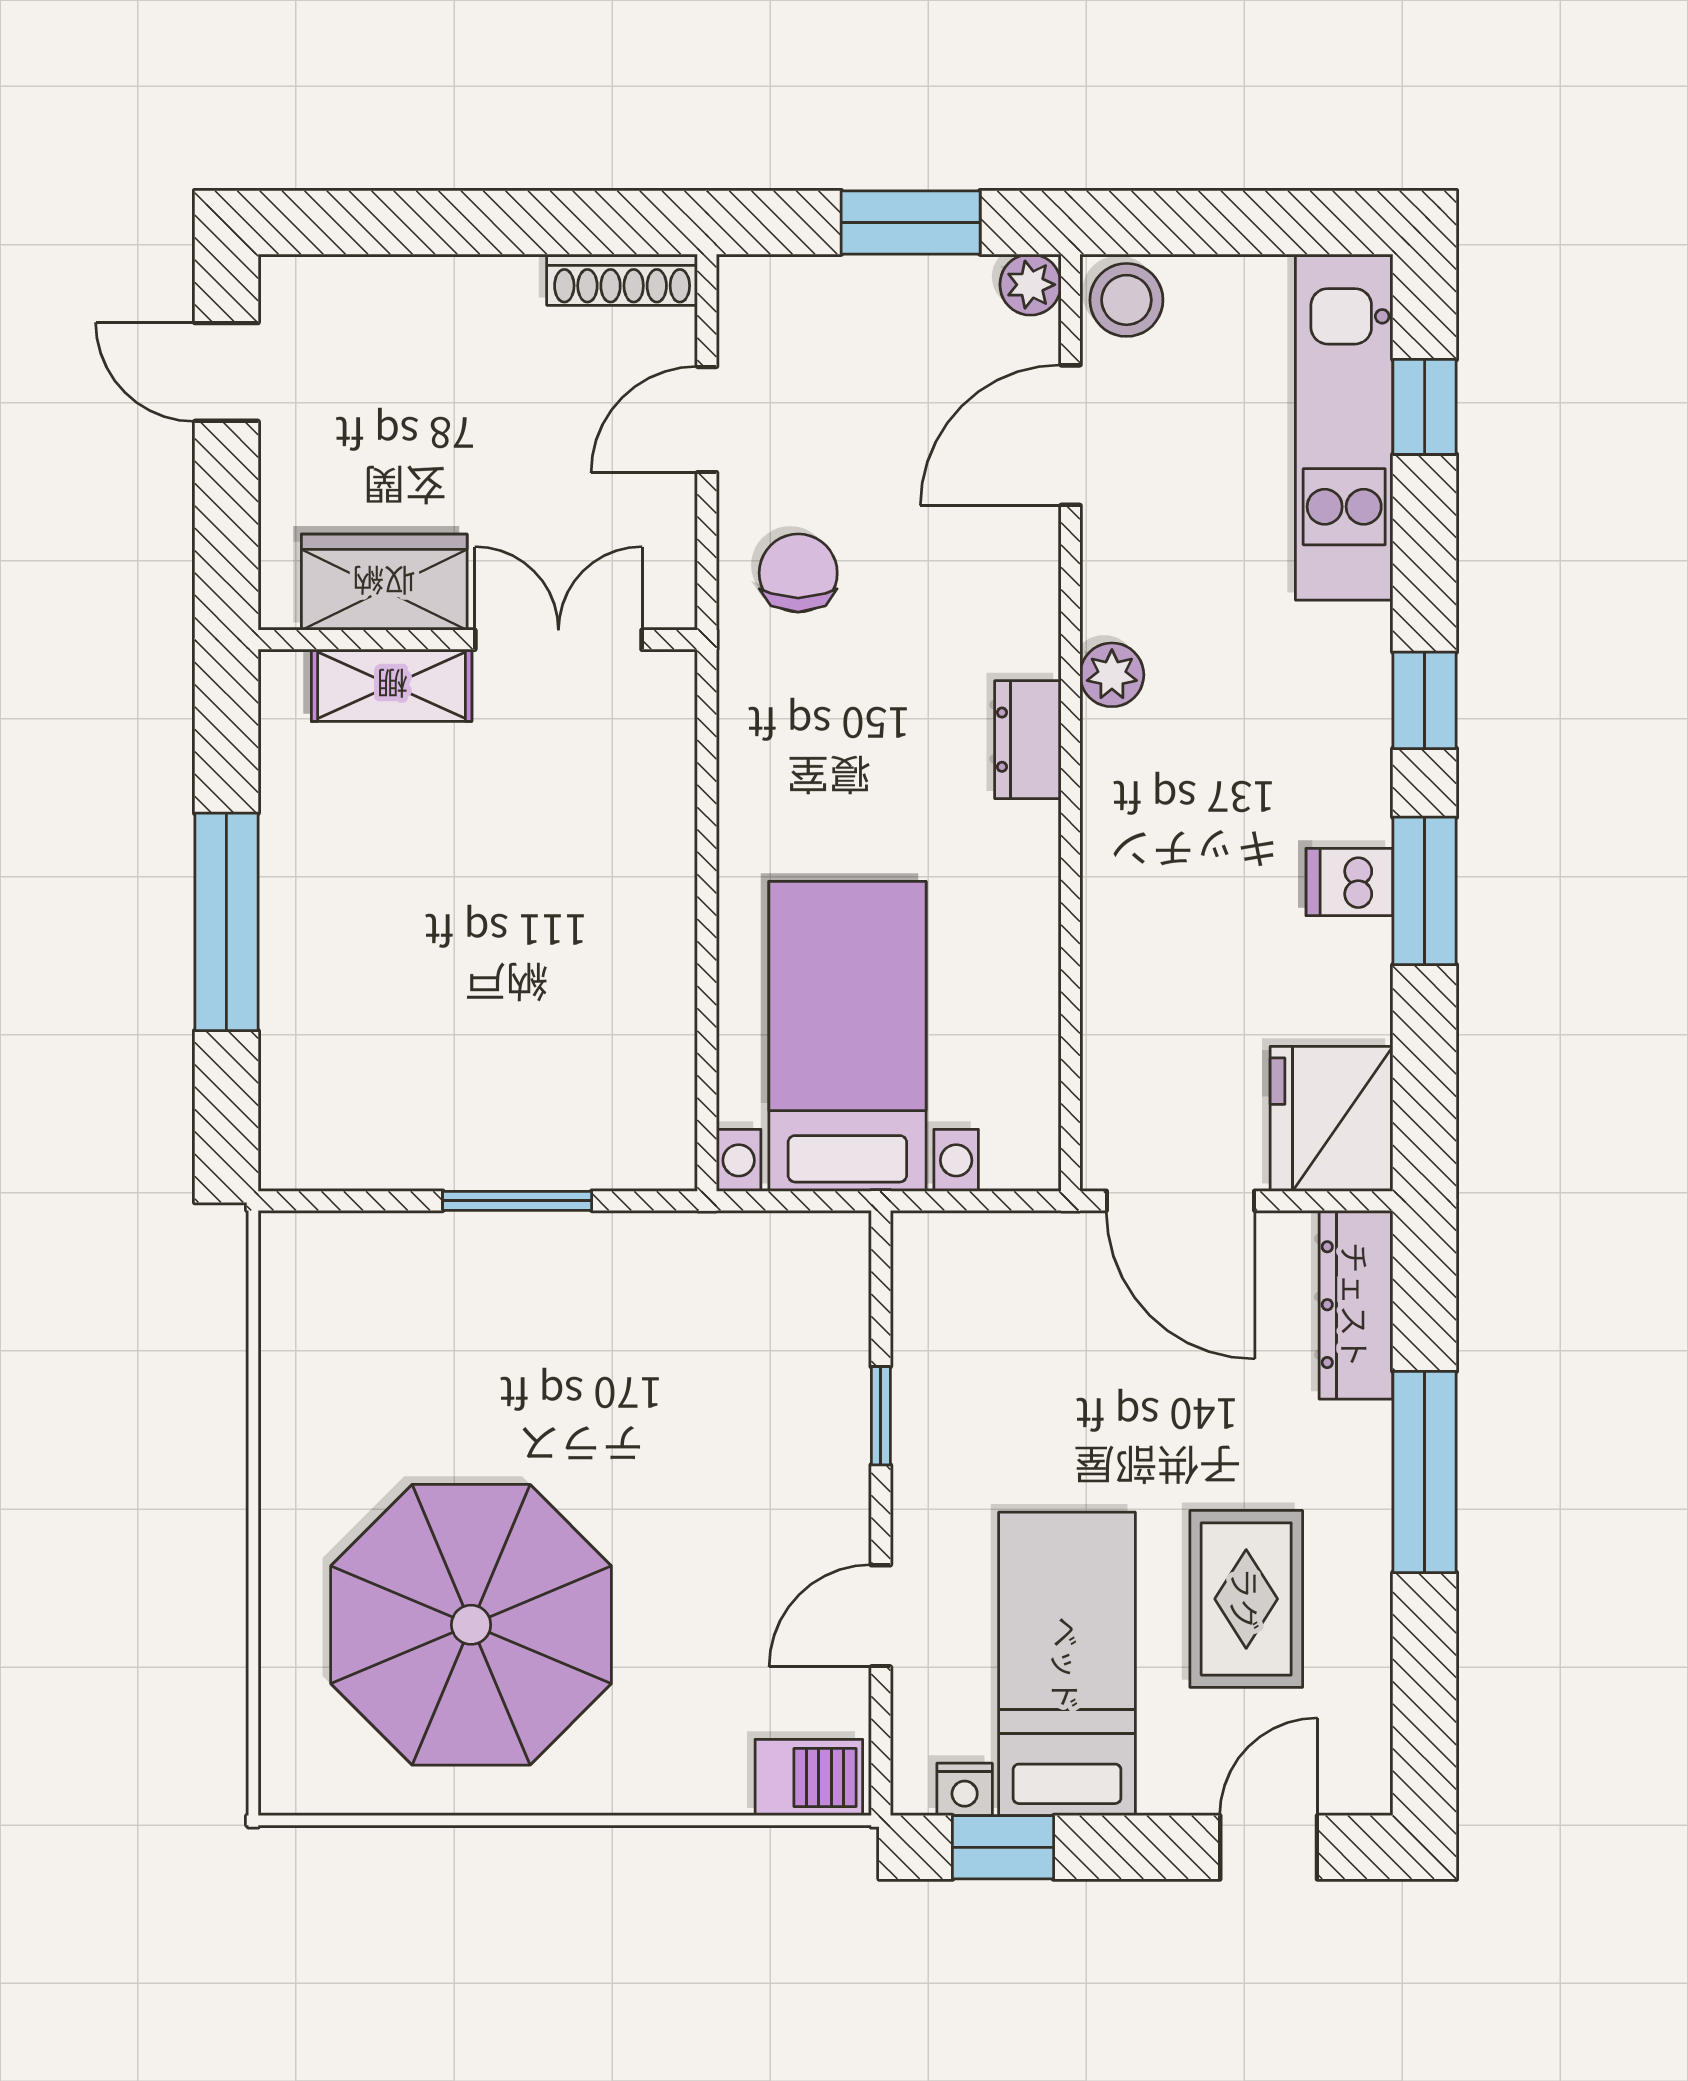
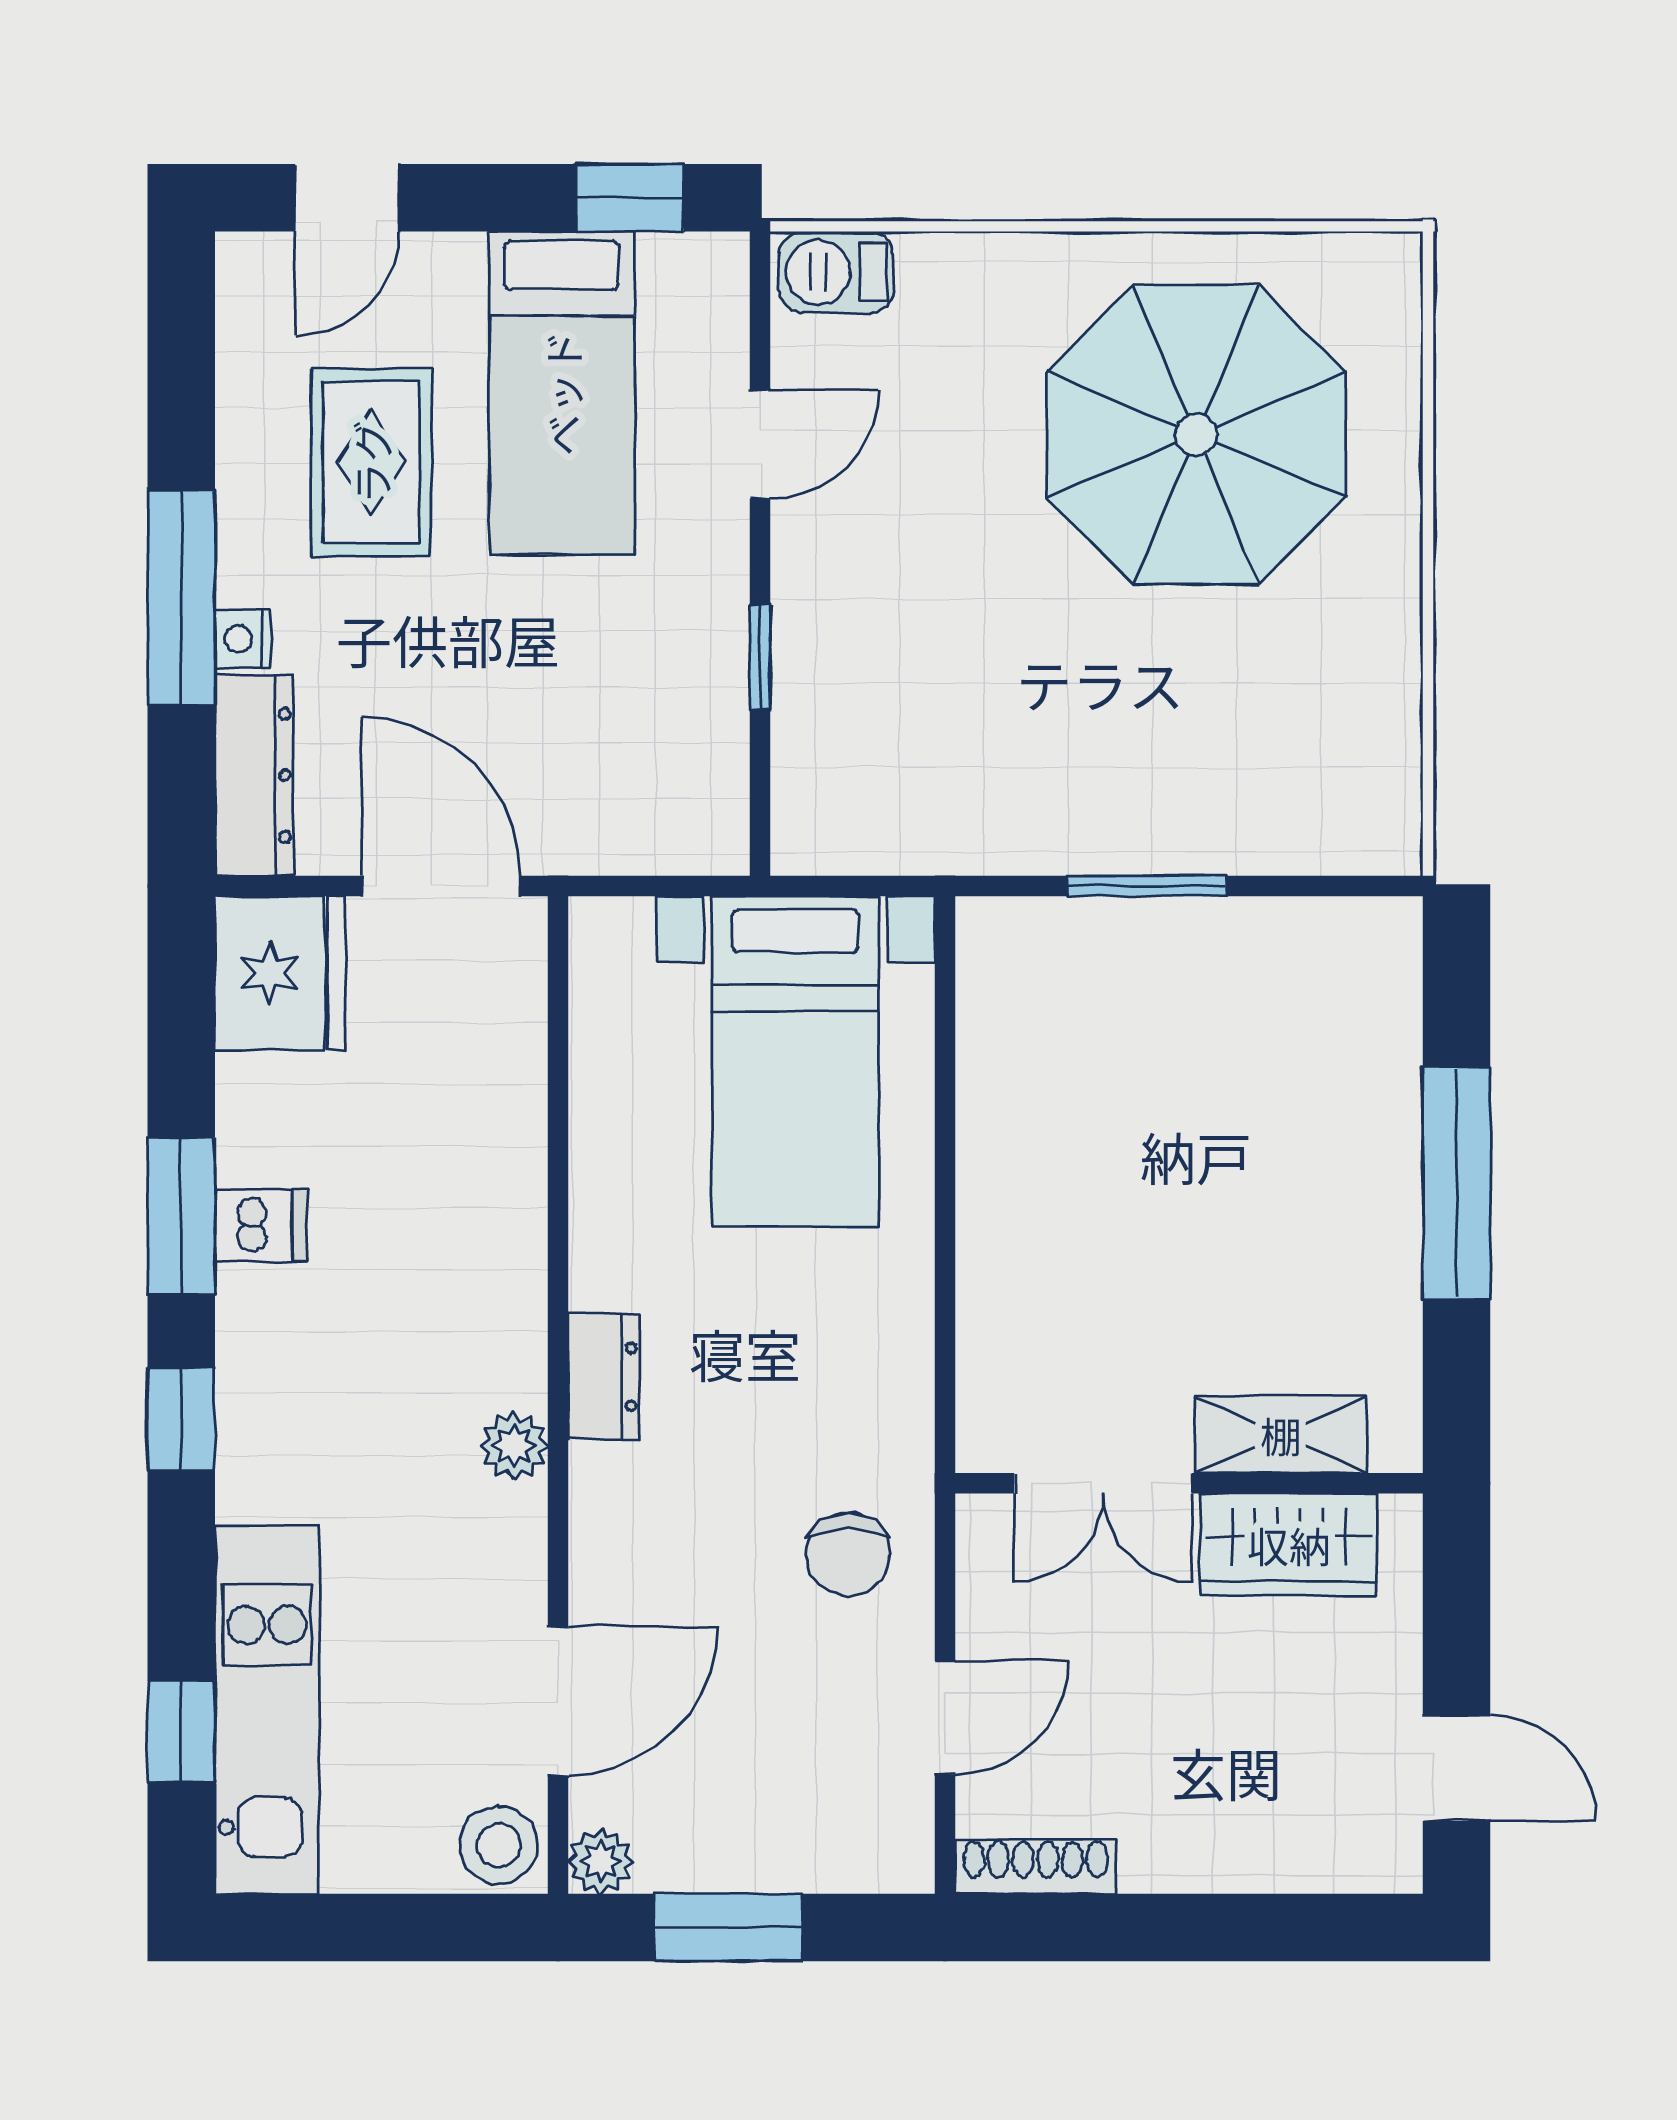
nightstand: (965, 1789) -> (243, 639), moved, turned -90

